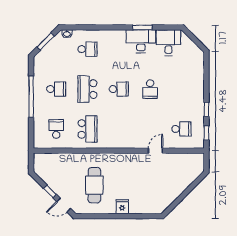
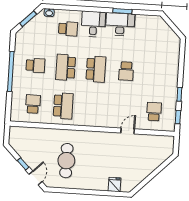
desk: (168, 43) -> (93, 24), moved
school desk: (119, 89) -> (96, 69), width x1.85
school desk: (181, 129) -> (154, 112), turned -90
door: (64, 205) -> (36, 178), swing flipped
fridge: (122, 207) -> (115, 184), moved

